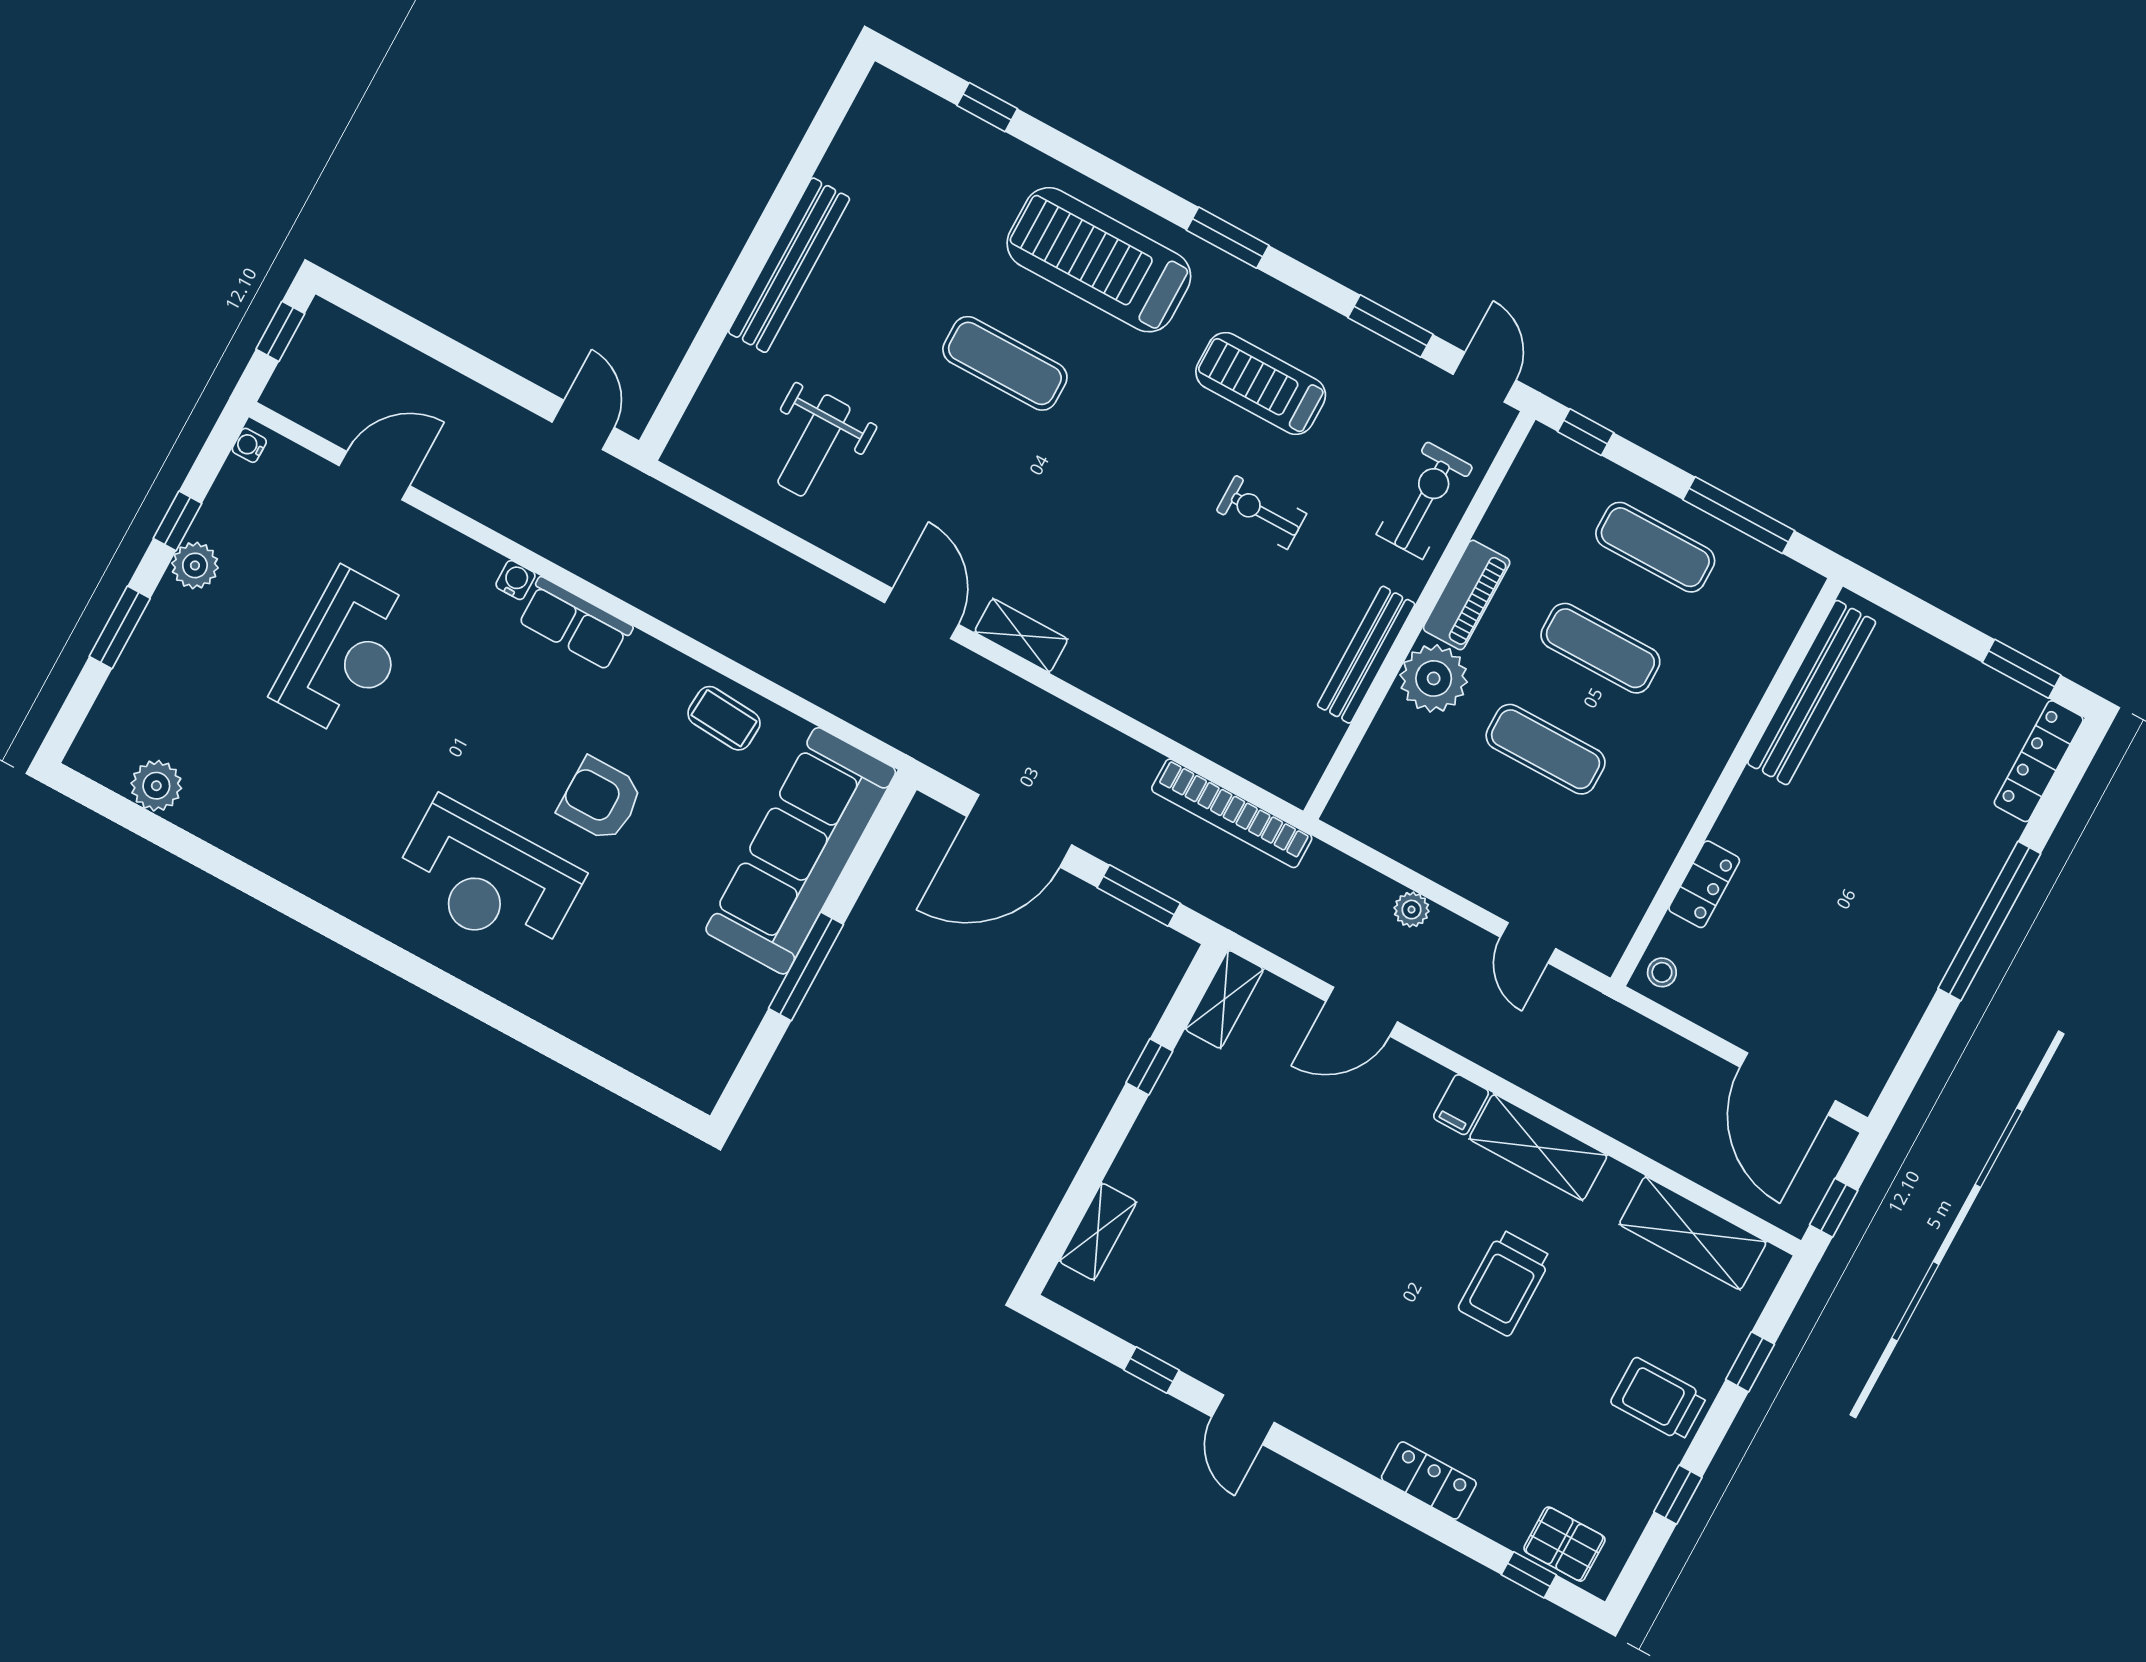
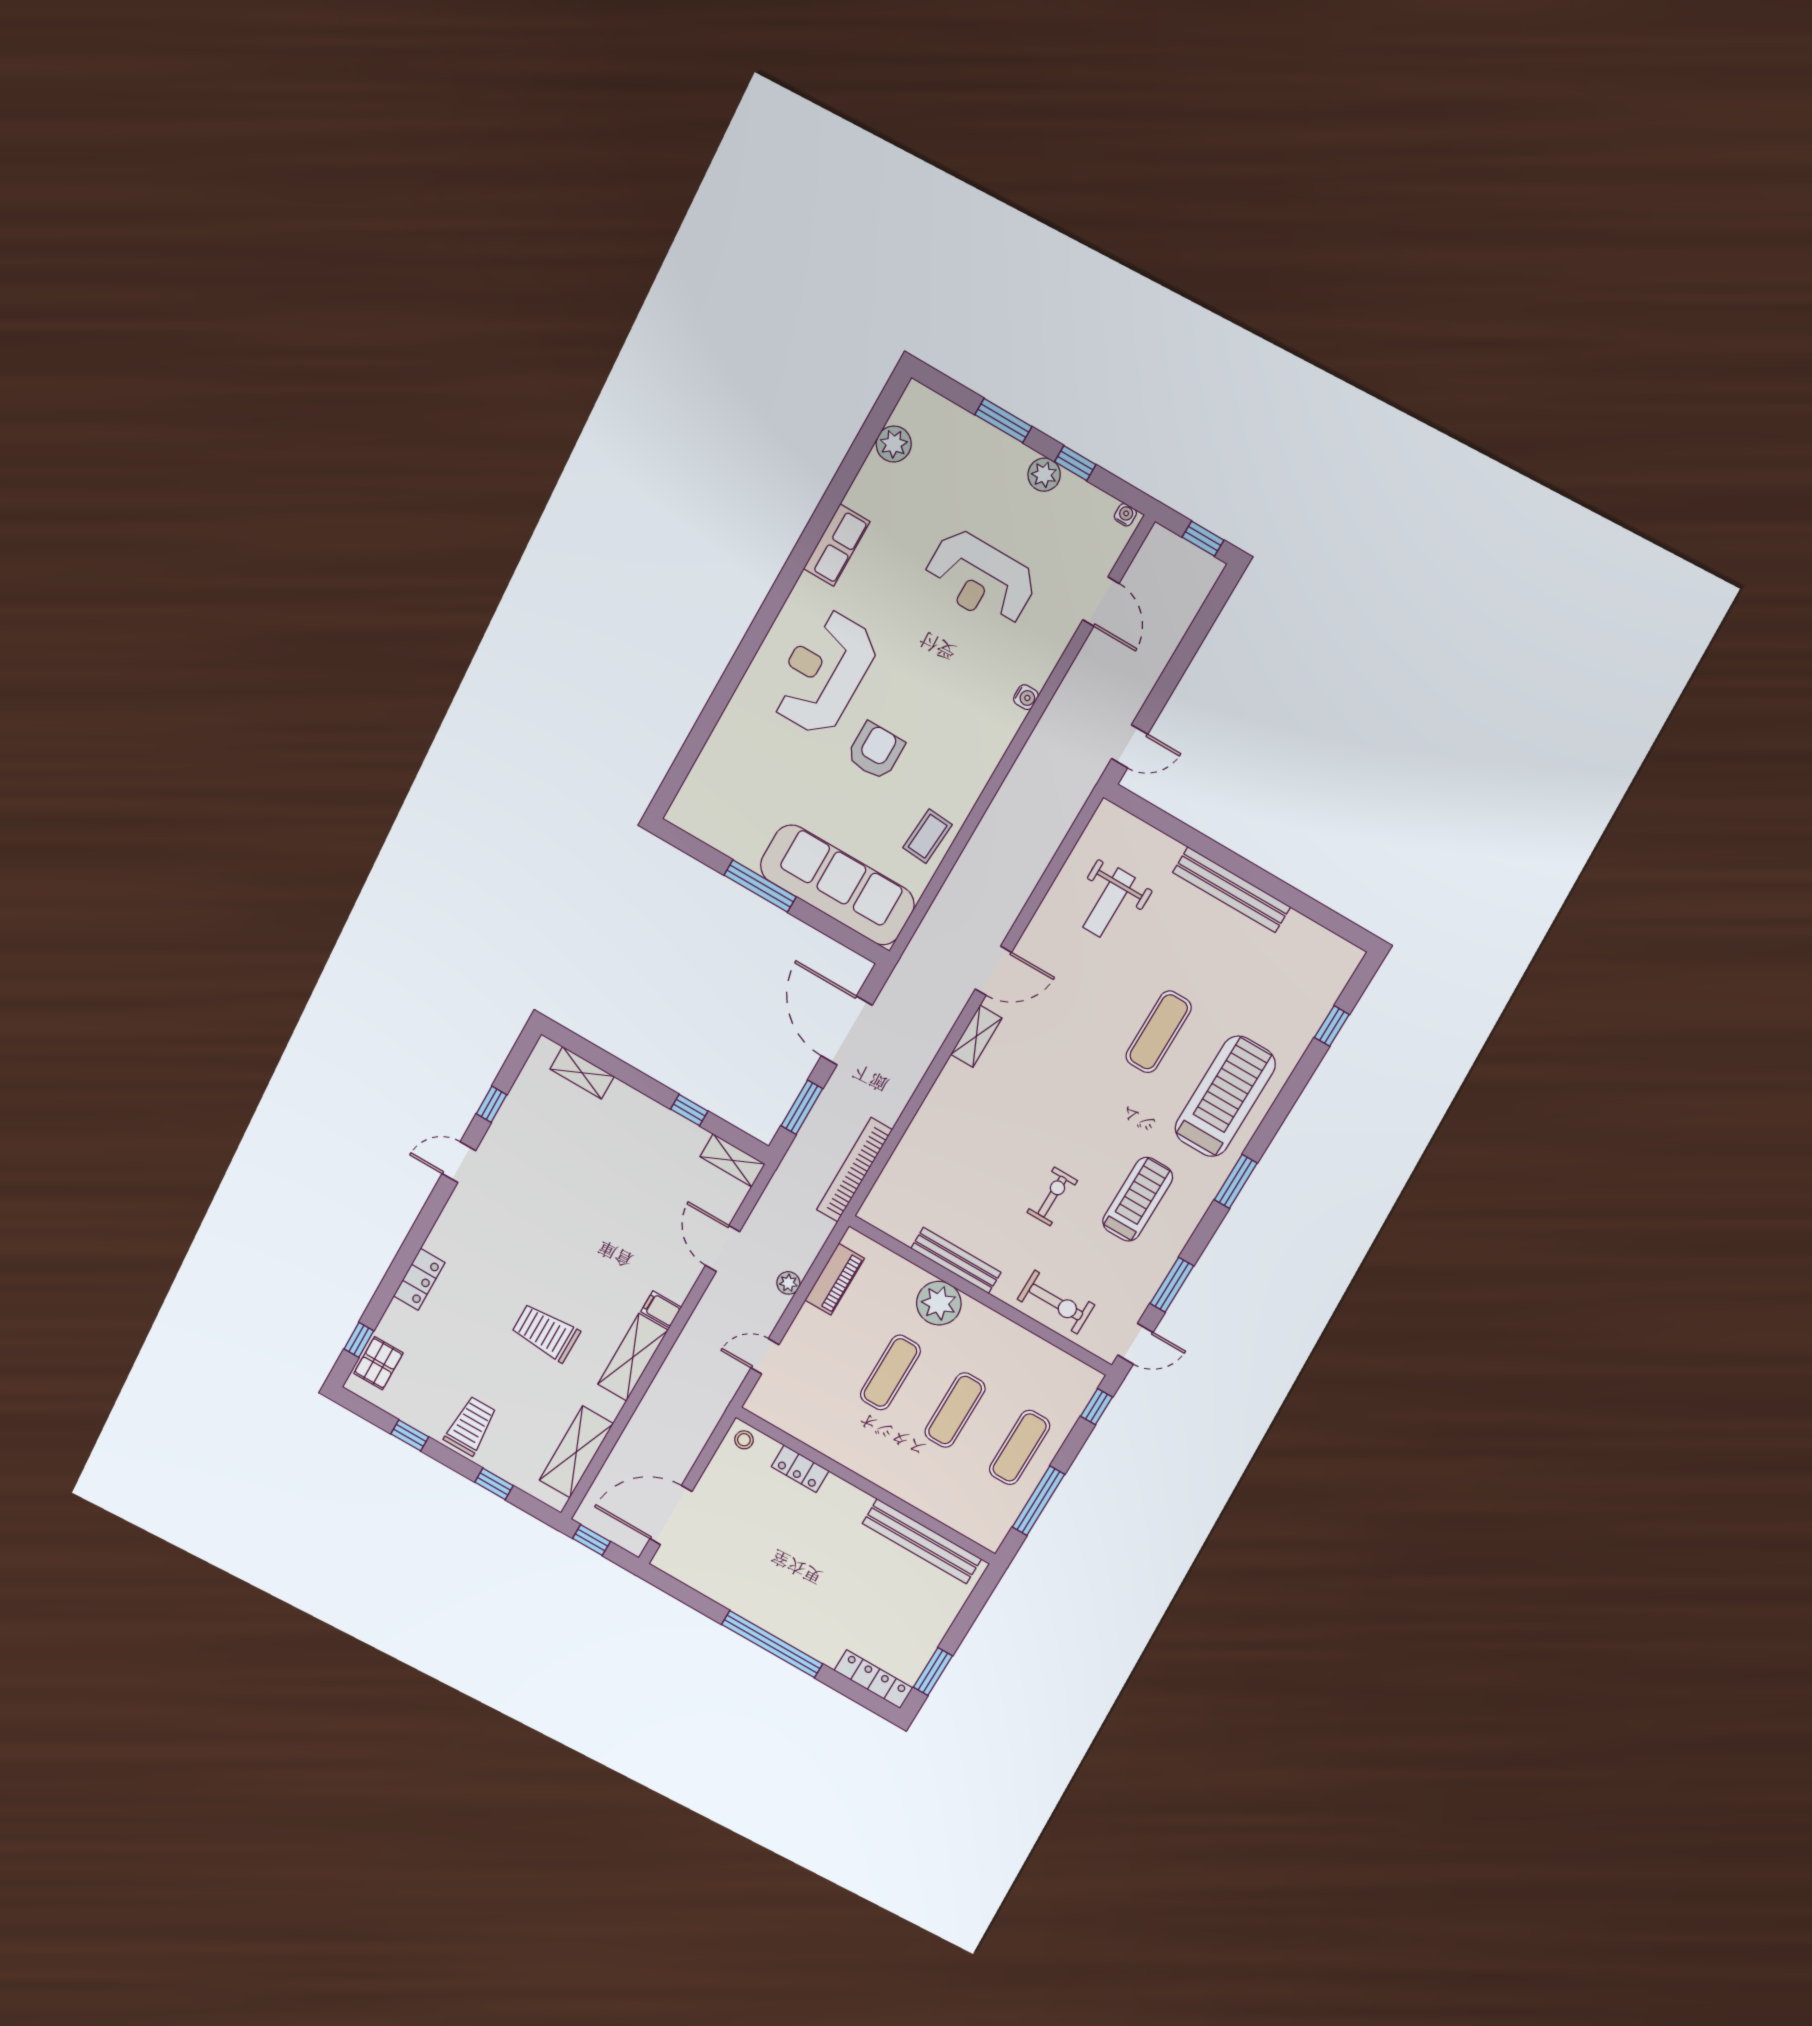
weight bench: (814, 445) -> (1109, 903), turned -90
piano: (1467, 595) -> (835, 1279), moved, turned -90
row of seats: (575, 624) -> (837, 545), moved, turned 180

